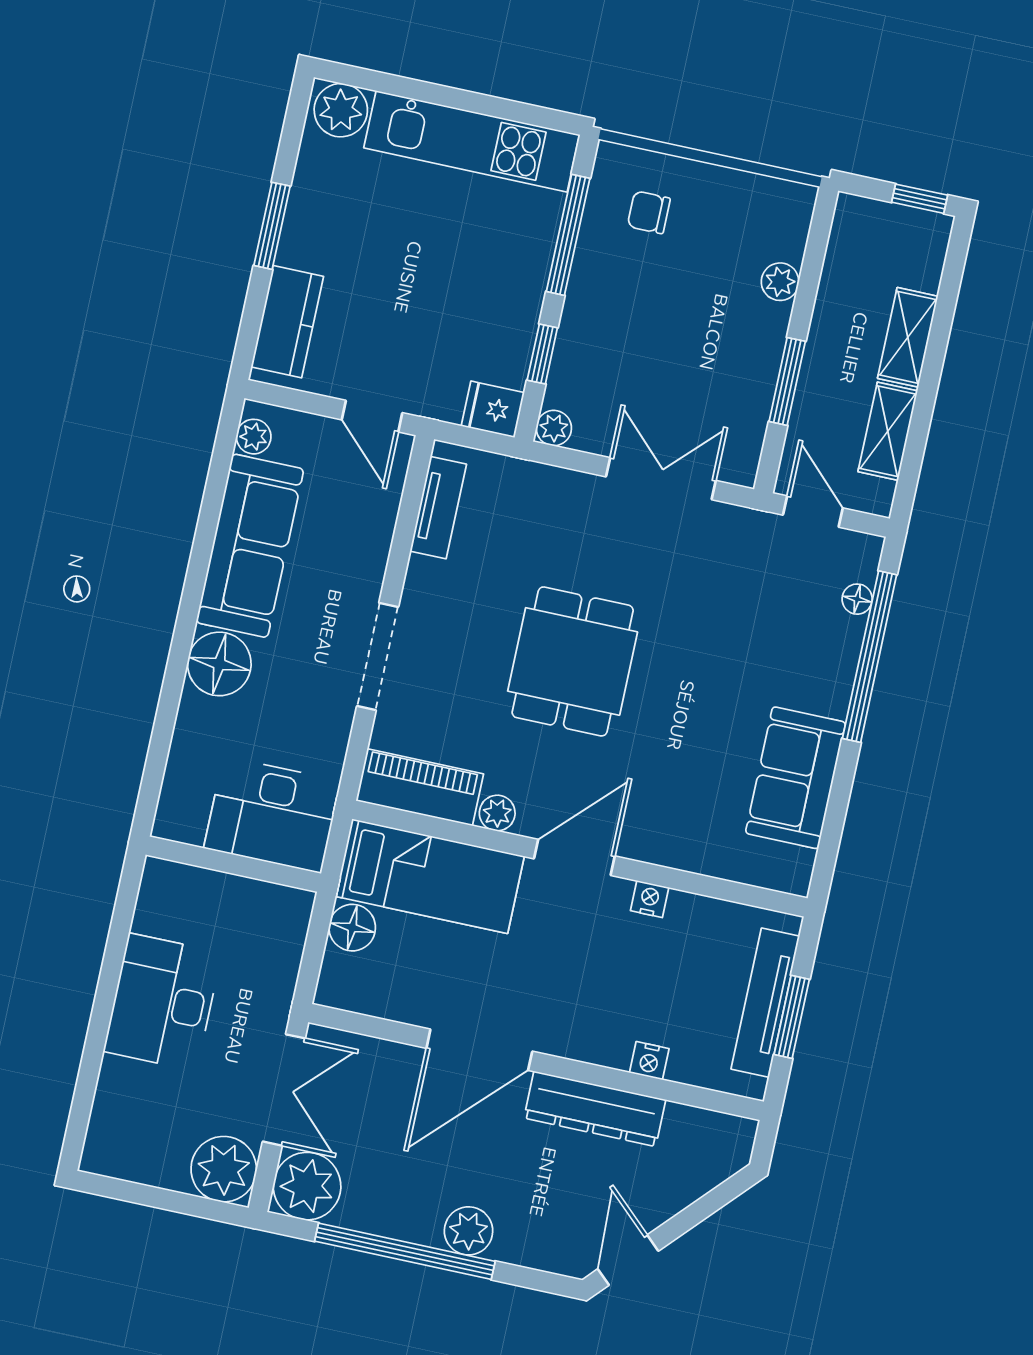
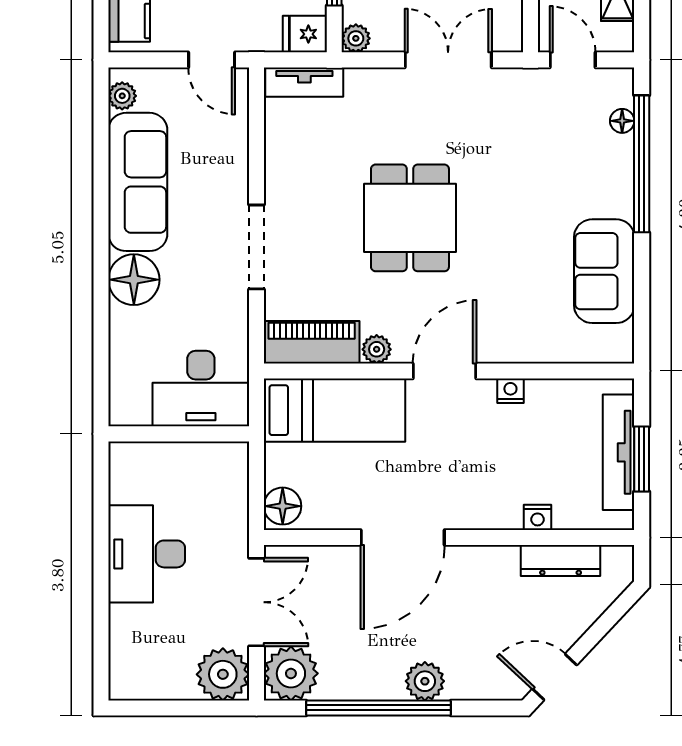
tv unit: (438, 508) -> (304, 82), moved, turned 90
floor lamp: (352, 928) -> (283, 506), moved
dresser: (595, 1109) -> (561, 560), moved, width x0.73, depth x0.80
door: (628, 1260) -> (555, 677), hinge flipped

